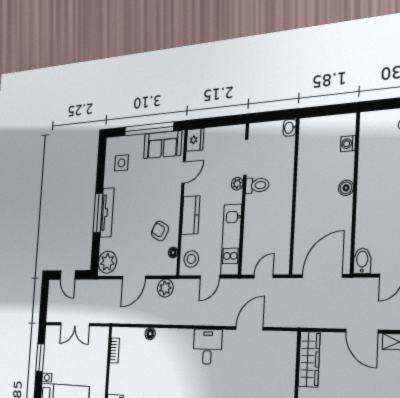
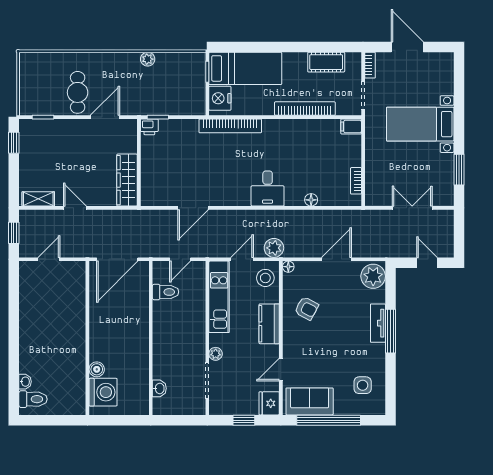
window: (217, 122) -> (244, 420), added
washbasin: (290, 128) -> (159, 388), moved
washing machine: (348, 144) -> (103, 392), width x1.89, depth x1.89
toilet: (257, 185) -> (166, 292), moved, turned 180
boiler: (346, 188) -> (97, 369), moved
tv unit: (107, 213) -> (378, 323), width x0.71
floor lamp: (173, 253) -> (288, 267), moved
bidet: (362, 261) -> (77, 273), removed
plant: (165, 288) -> (274, 248), moved
door: (362, 331) -> (75, 208), width x0.73
desk: (207, 347) -> (268, 189), moved

